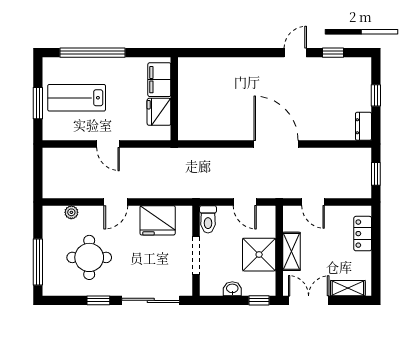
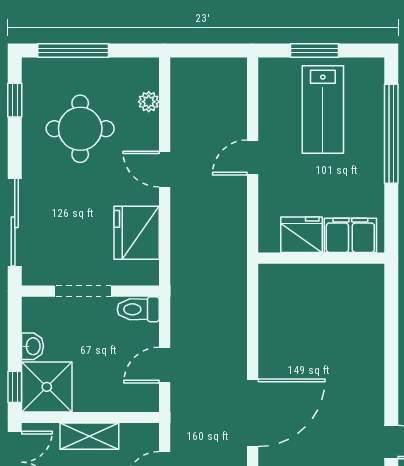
lab bench: (77, 98) -> (323, 110), turned 180
shower: (259, 255) -> (47, 387), moved
window: (98, 300) -> (15, 100), moved

